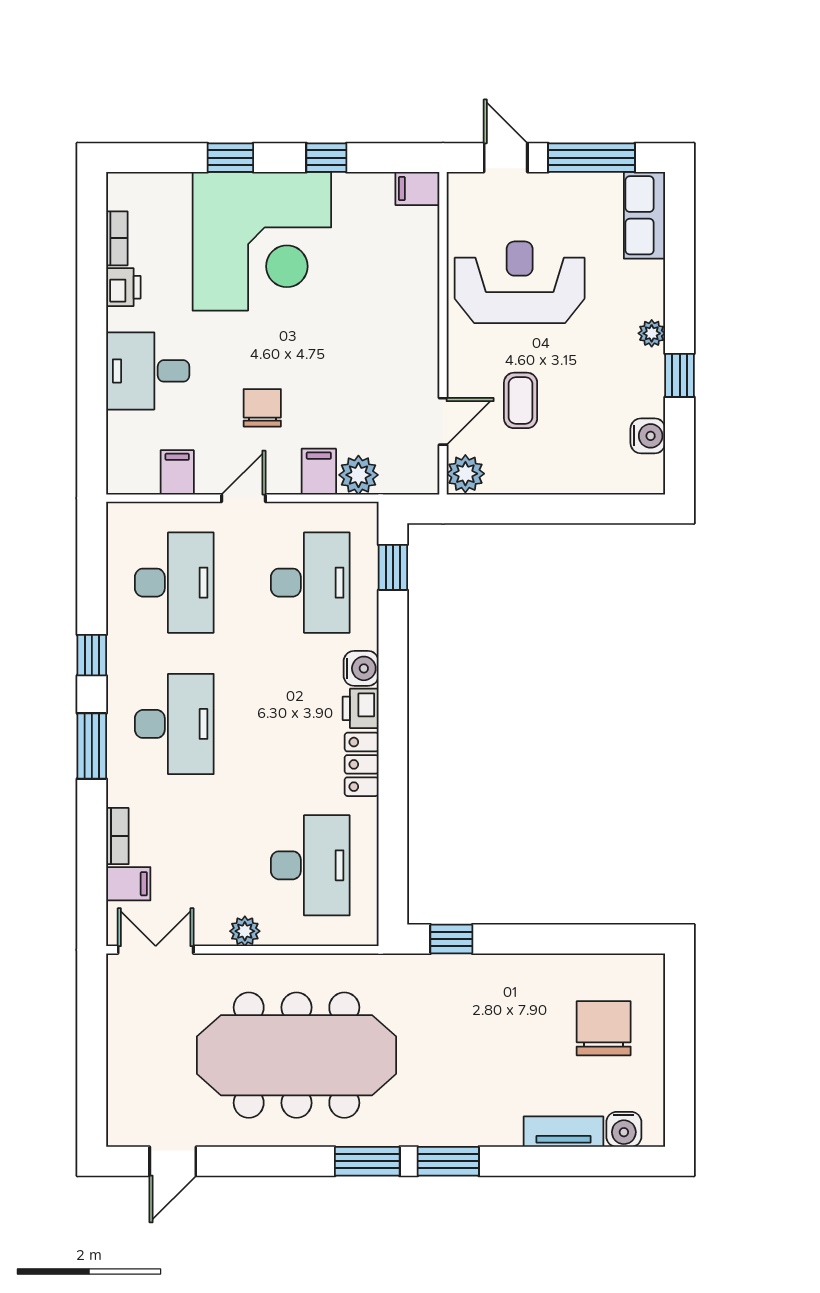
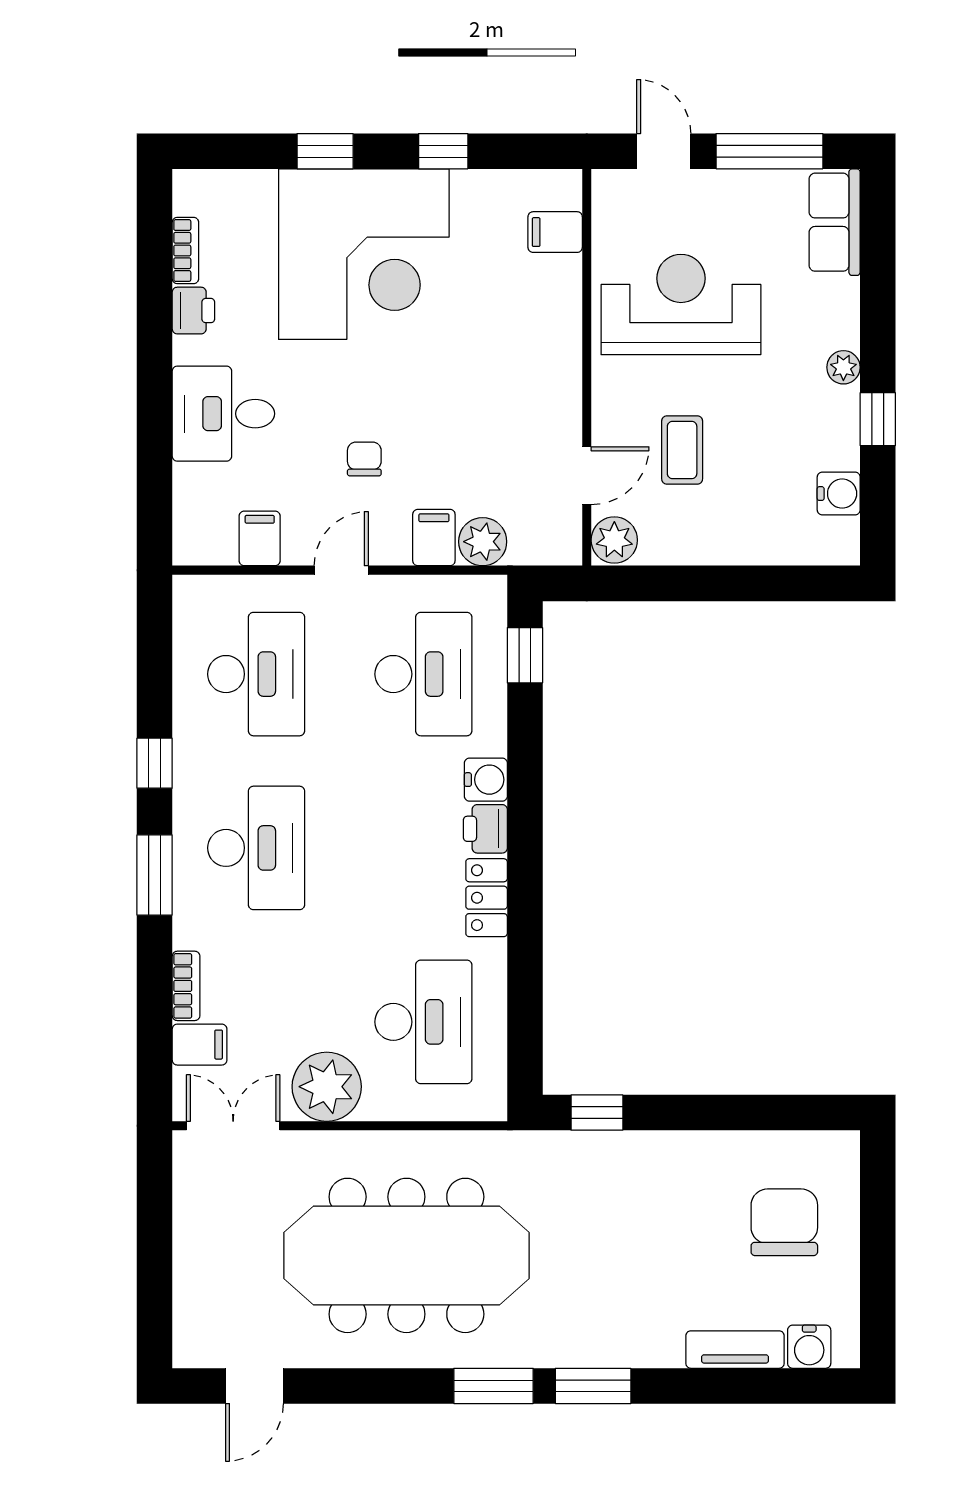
filing cabinet: (417, 189) -> (555, 232), moved
chair: (262, 408) -> (364, 459), width x0.73, depth x0.73
plant: (245, 931) -> (327, 1087), width x1.87, depth x1.87

